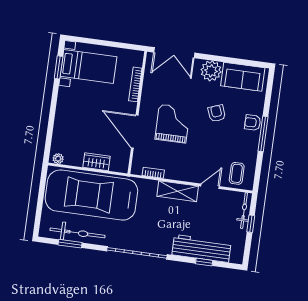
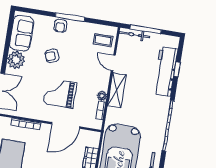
plant: (171, 174) -> (102, 96), added
window: (251, 224) -> (146, 29), width x2.17

